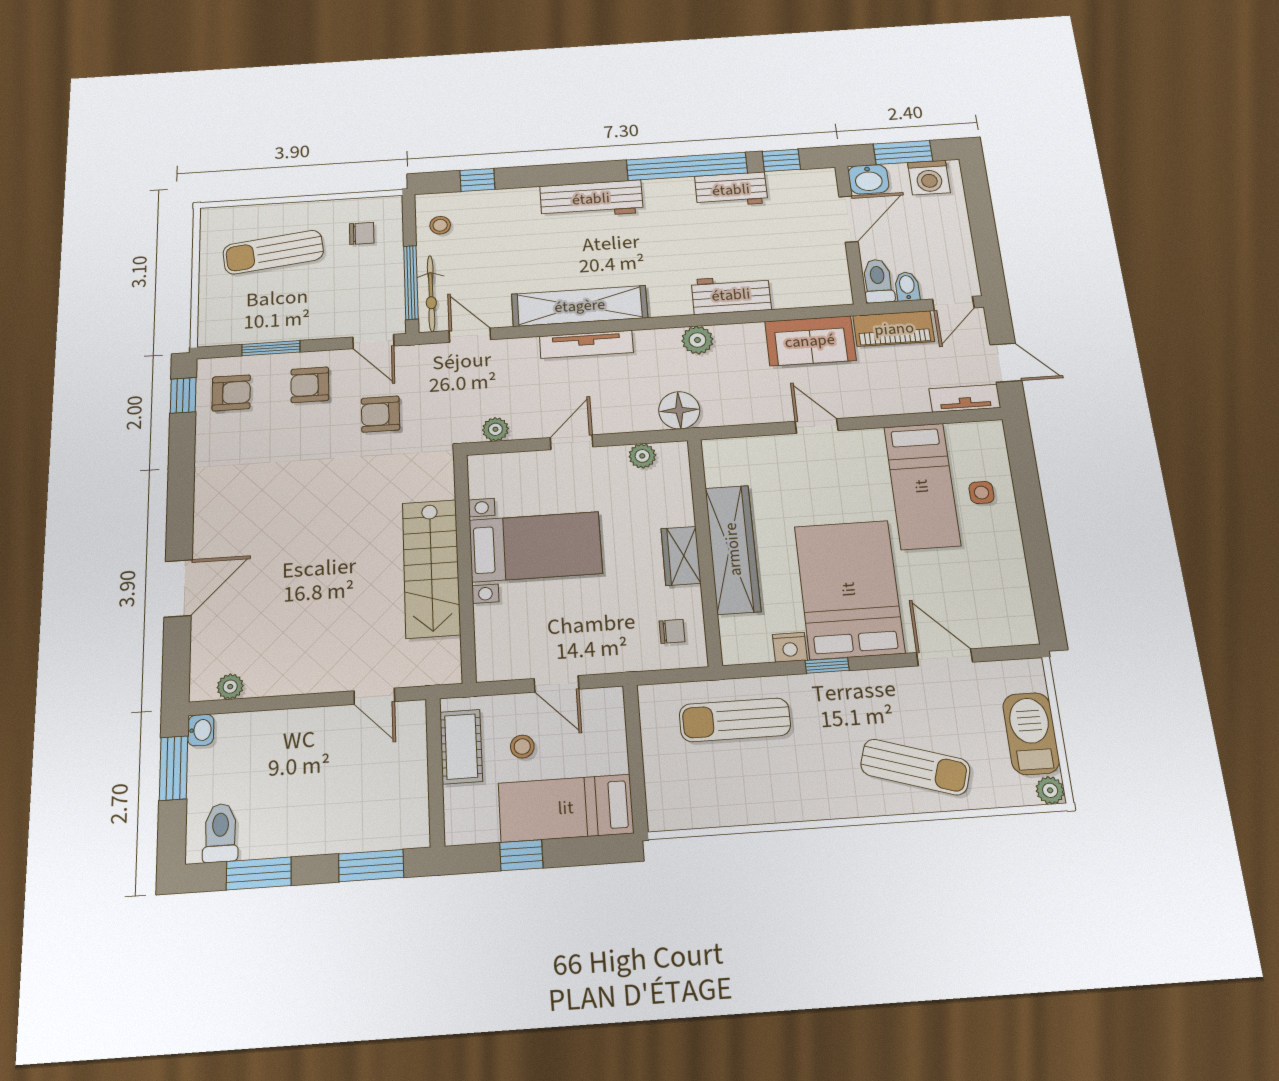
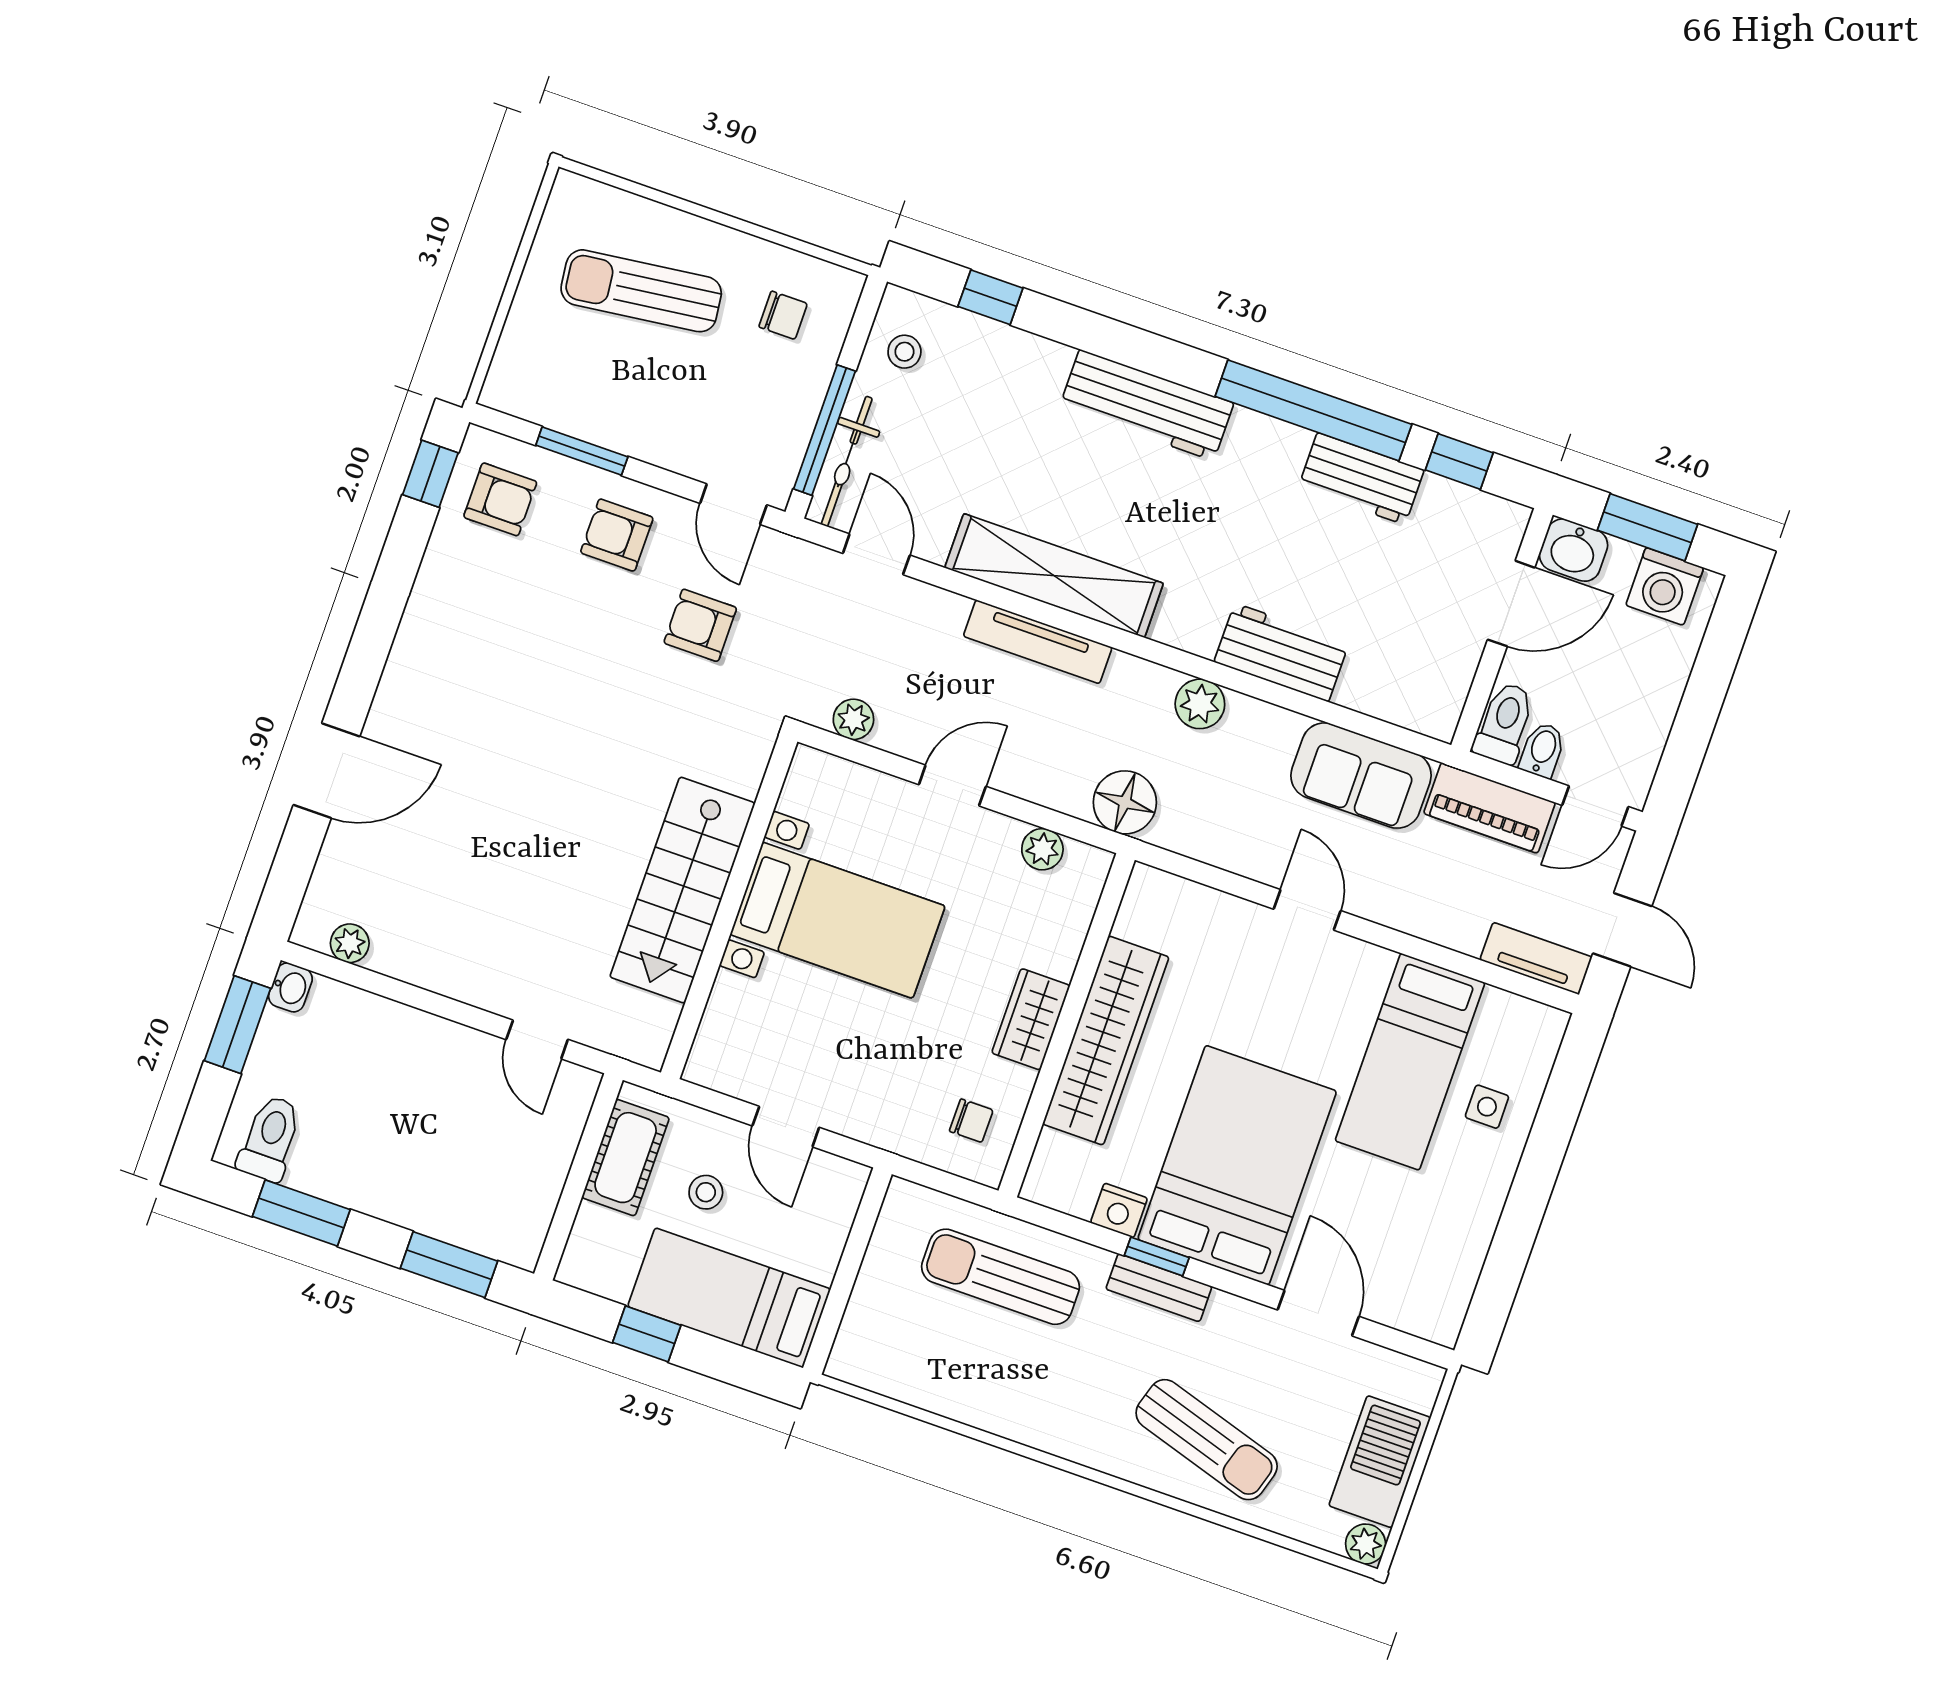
bench: (838, 684) -> (1159, 1288), added

